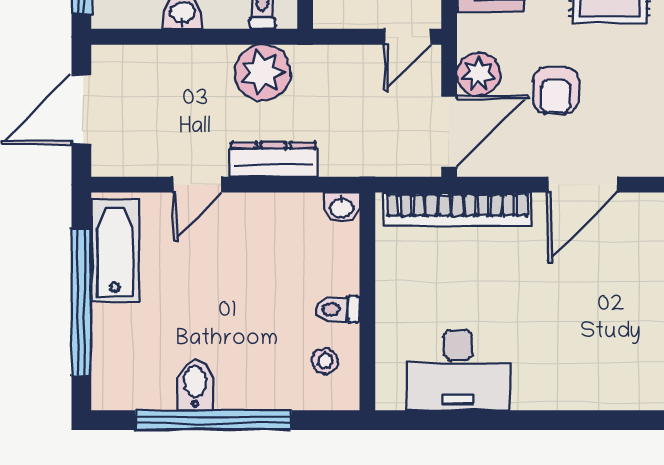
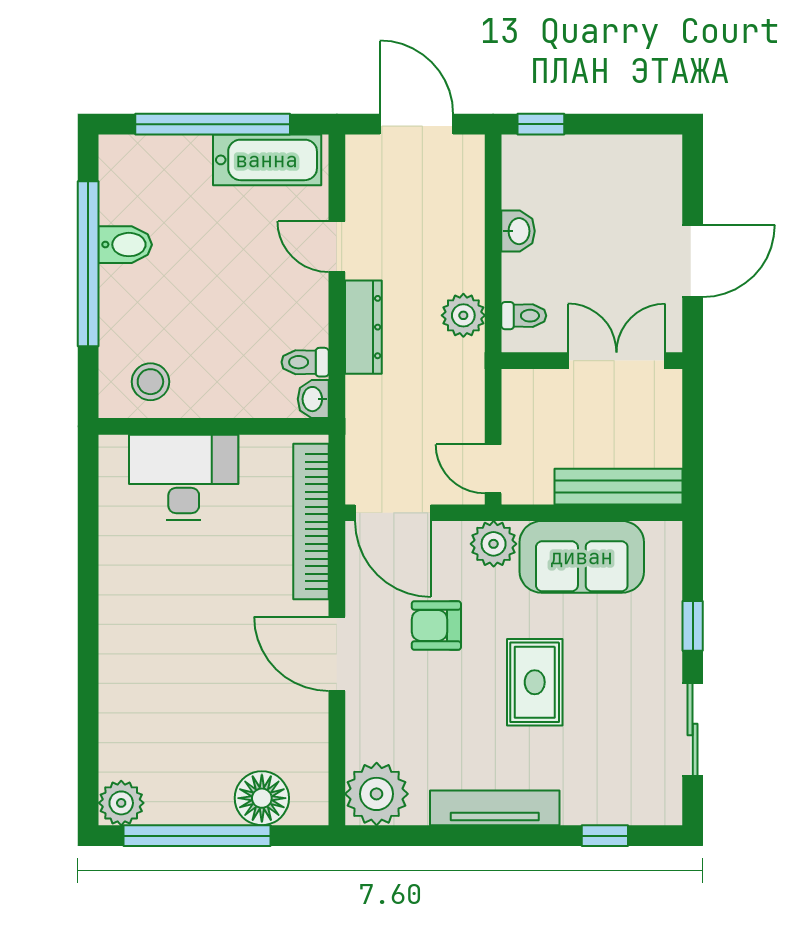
plant: (262, 72) -> (463, 315), width x0.73, depth x0.73
plant: (479, 74) -> (494, 544), moved
toilet: (337, 309) -> (305, 362), moved, turned -90
stool: (325, 361) -> (150, 382), width x1.37, depth x1.37
desk: (458, 370) -> (184, 477), moved, turned 90

